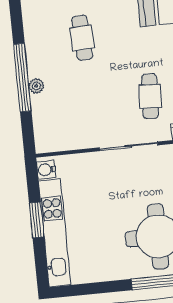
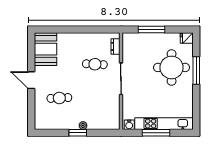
window: (22, 78) -> (78, 133), width x0.47
window: (37, 220) -> (156, 133), width x1.44

